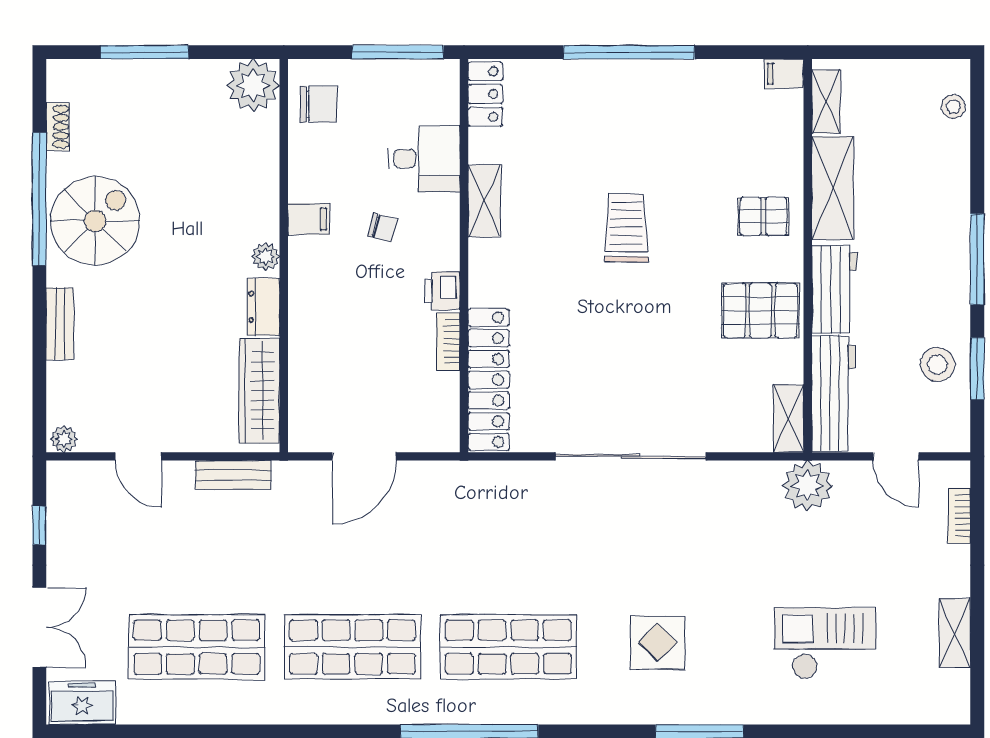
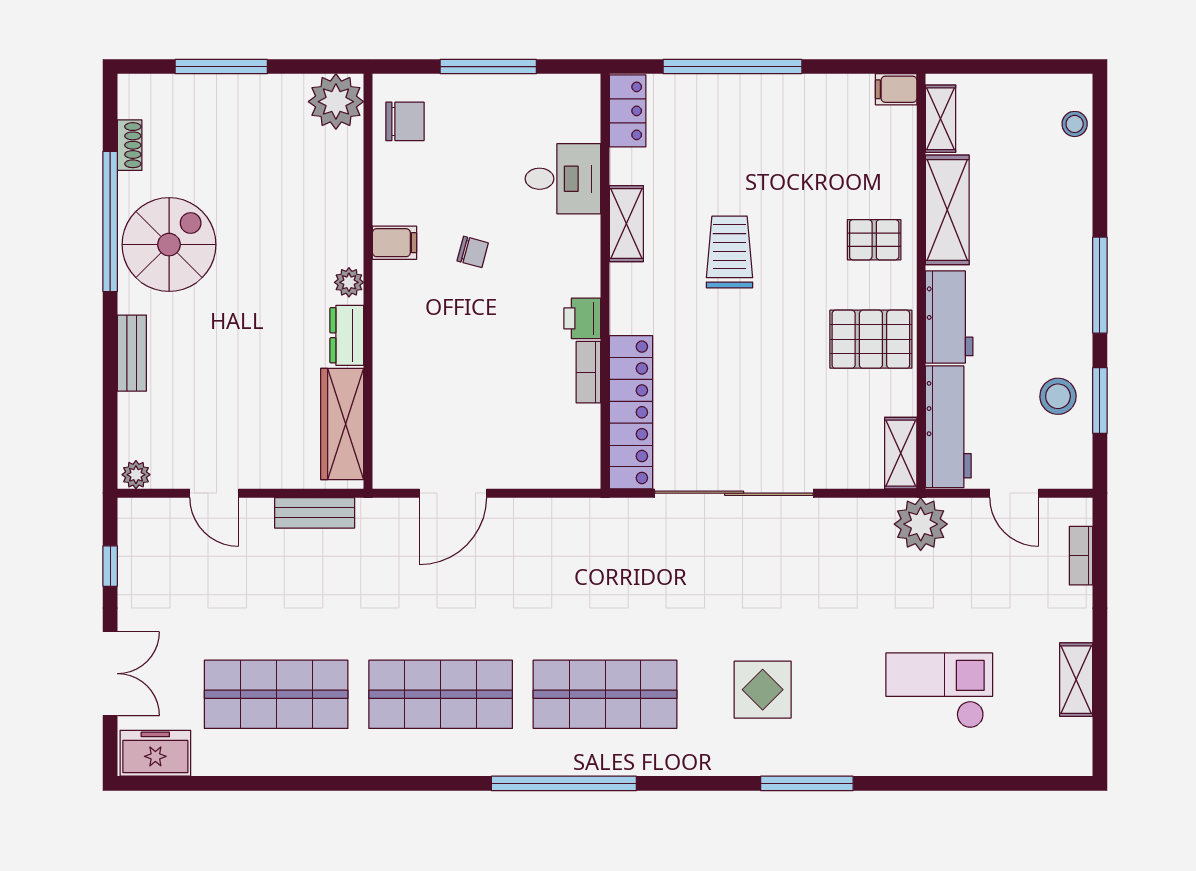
locker: (485, 94) -> (628, 111), moved
desk: (424, 158) -> (563, 179), moved
shelving: (484, 201) -> (626, 224), moved
wall: (464, 256) -> (605, 281), moved
printer: (443, 291) -> (582, 318), moved
bookcase: (448, 342) -> (588, 372), moved
locker: (489, 380) -> (631, 412), moved

